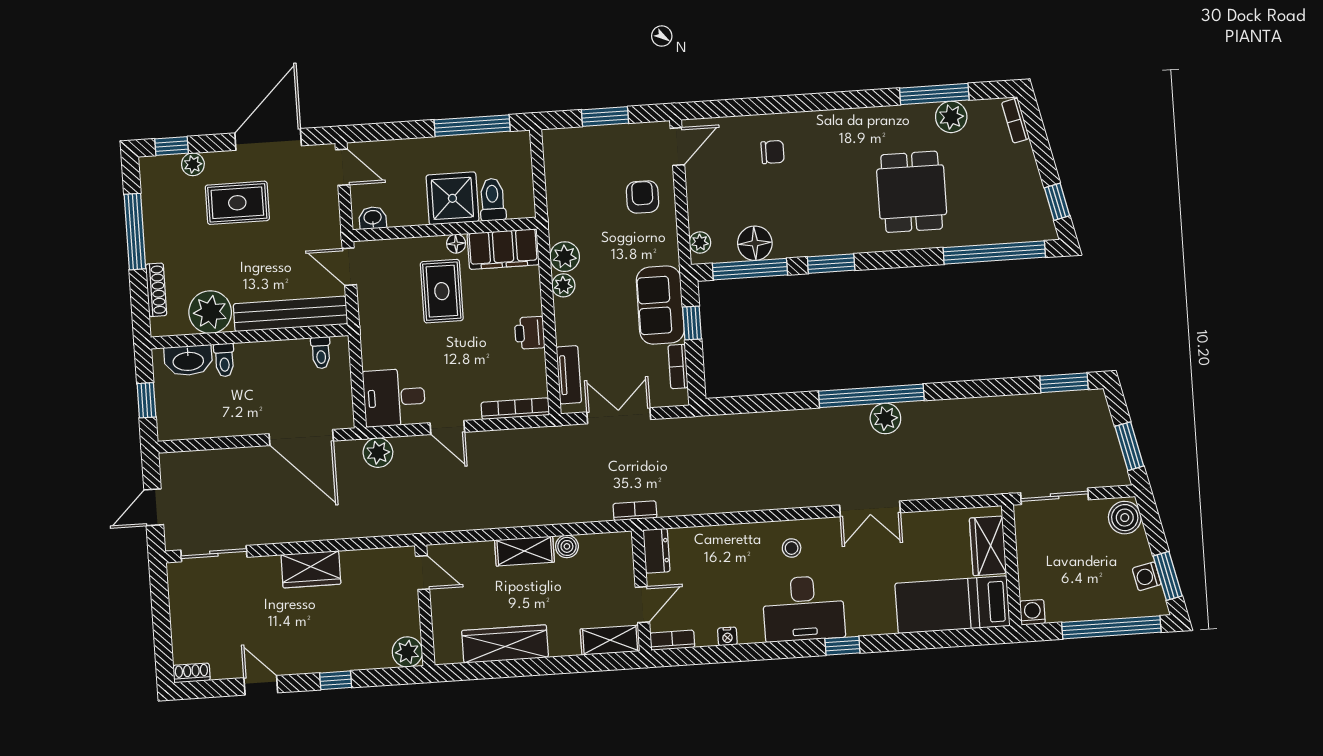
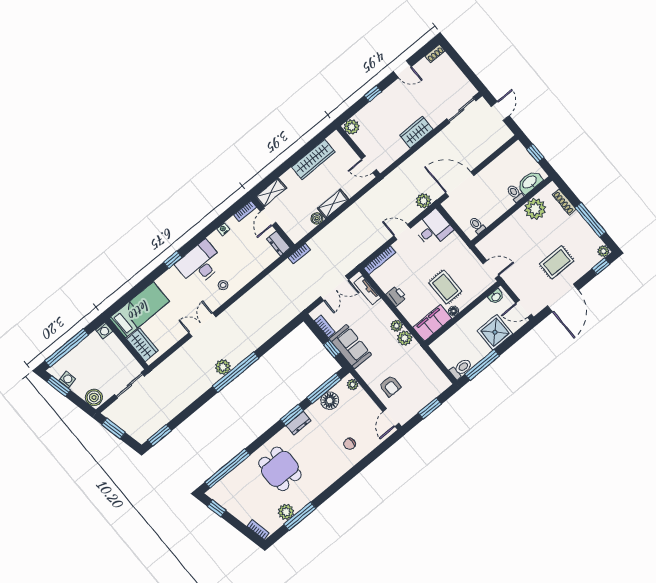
plant: (193, 164) -> (603, 251), moved
shower: (452, 198) -> (495, 332), moved
toilet: (492, 200) -> (461, 369), moved, turned -90
dresser: (830, 243) -> (299, 423), added
bench: (291, 314) -> (501, 232), removed

